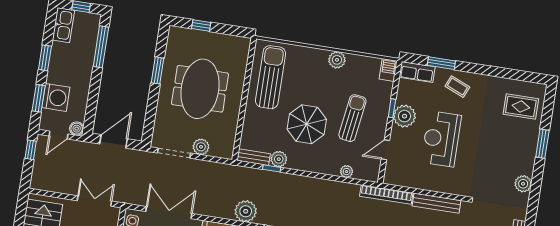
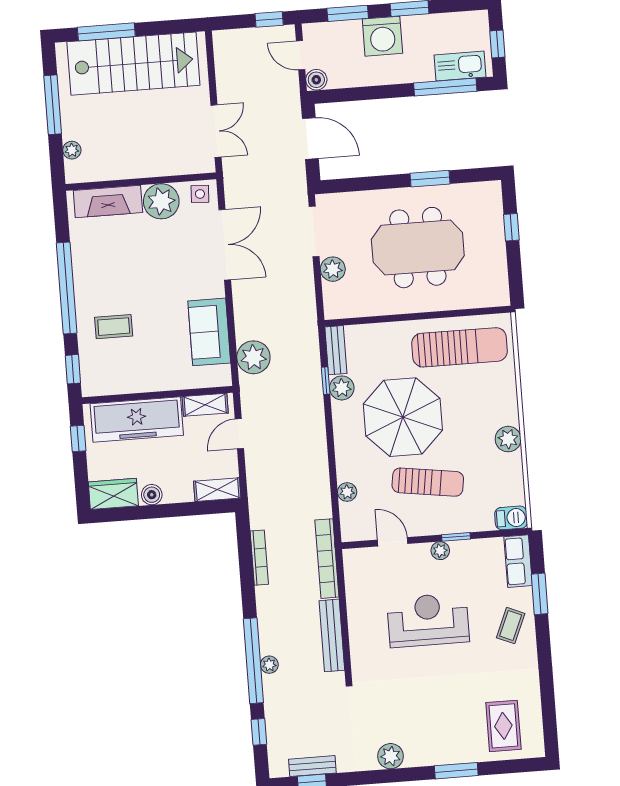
kitchen sink: (63, 25) -> (460, 66), moved, turned 180
washing machine: (56, 97) -> (382, 36), moved
plant: (404, 116) -> (440, 551), width x0.53, depth x0.53
parasol: (307, 124) -> (403, 417), width x1.36, depth x1.36

